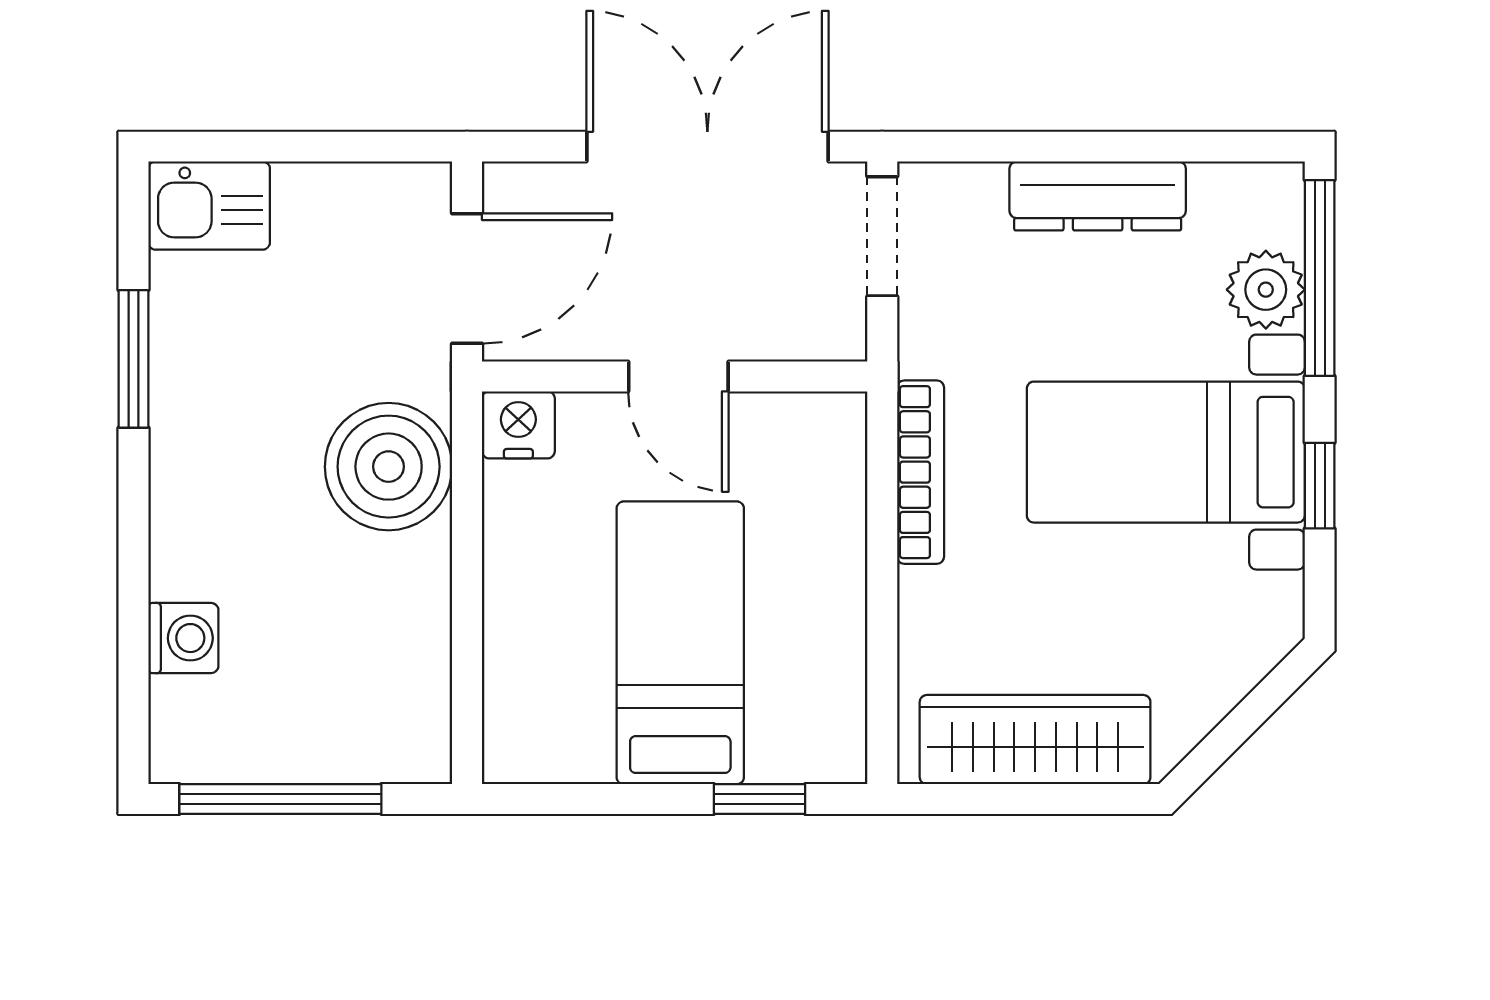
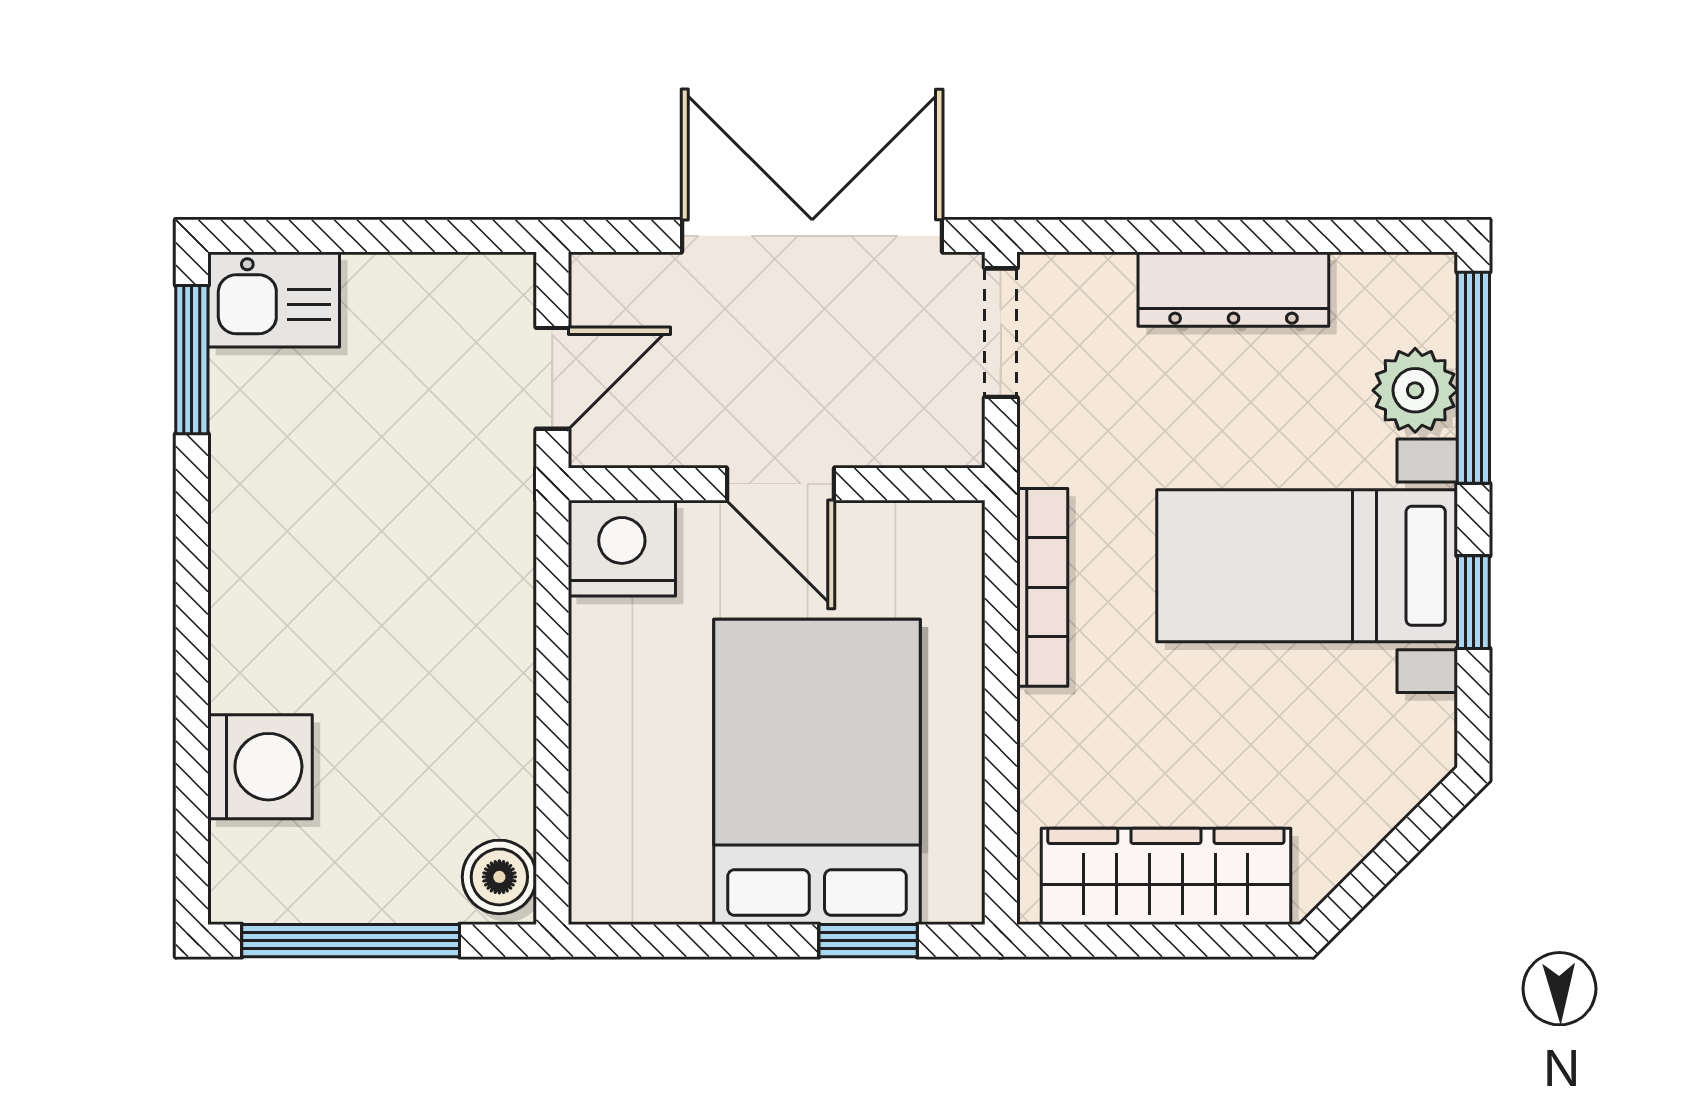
door: (467, 279) -> (552, 378), width x0.73
window: (133, 359) -> (192, 360), moved
nightstand: (518, 425) -> (622, 548), width x1.36, depth x1.33
boiler: (389, 467) -> (499, 877), moved, width x0.54, depth x0.54
washing machine: (183, 638) -> (260, 767), width x1.38, depth x1.38
bed: (680, 643) -> (817, 772), width x1.50

